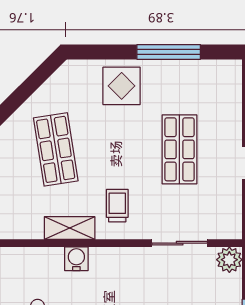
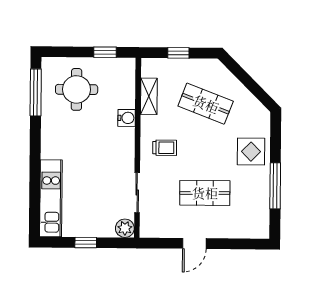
shop shelf: (56, 149) -> (206, 104), turned 30
shelving: (70, 228) -> (149, 96), moved

